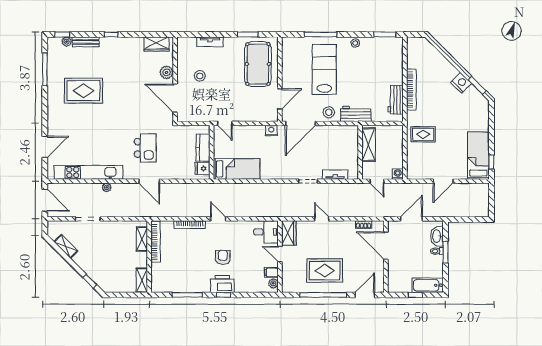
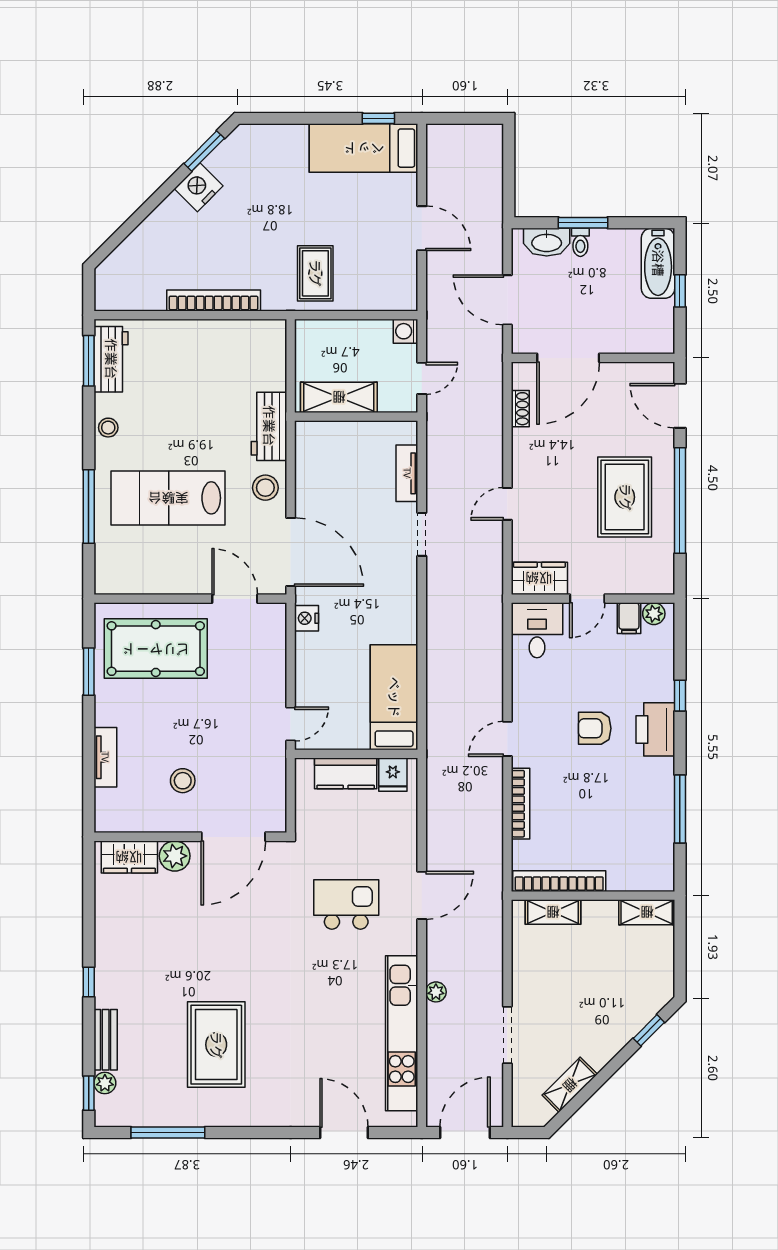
wardrobe: (157, 44) -> (129, 857), moved, turned 90
workbench: (396, 100) -> (111, 359), moved, turned -90
window: (224, 295) -> (680, 696), moved

